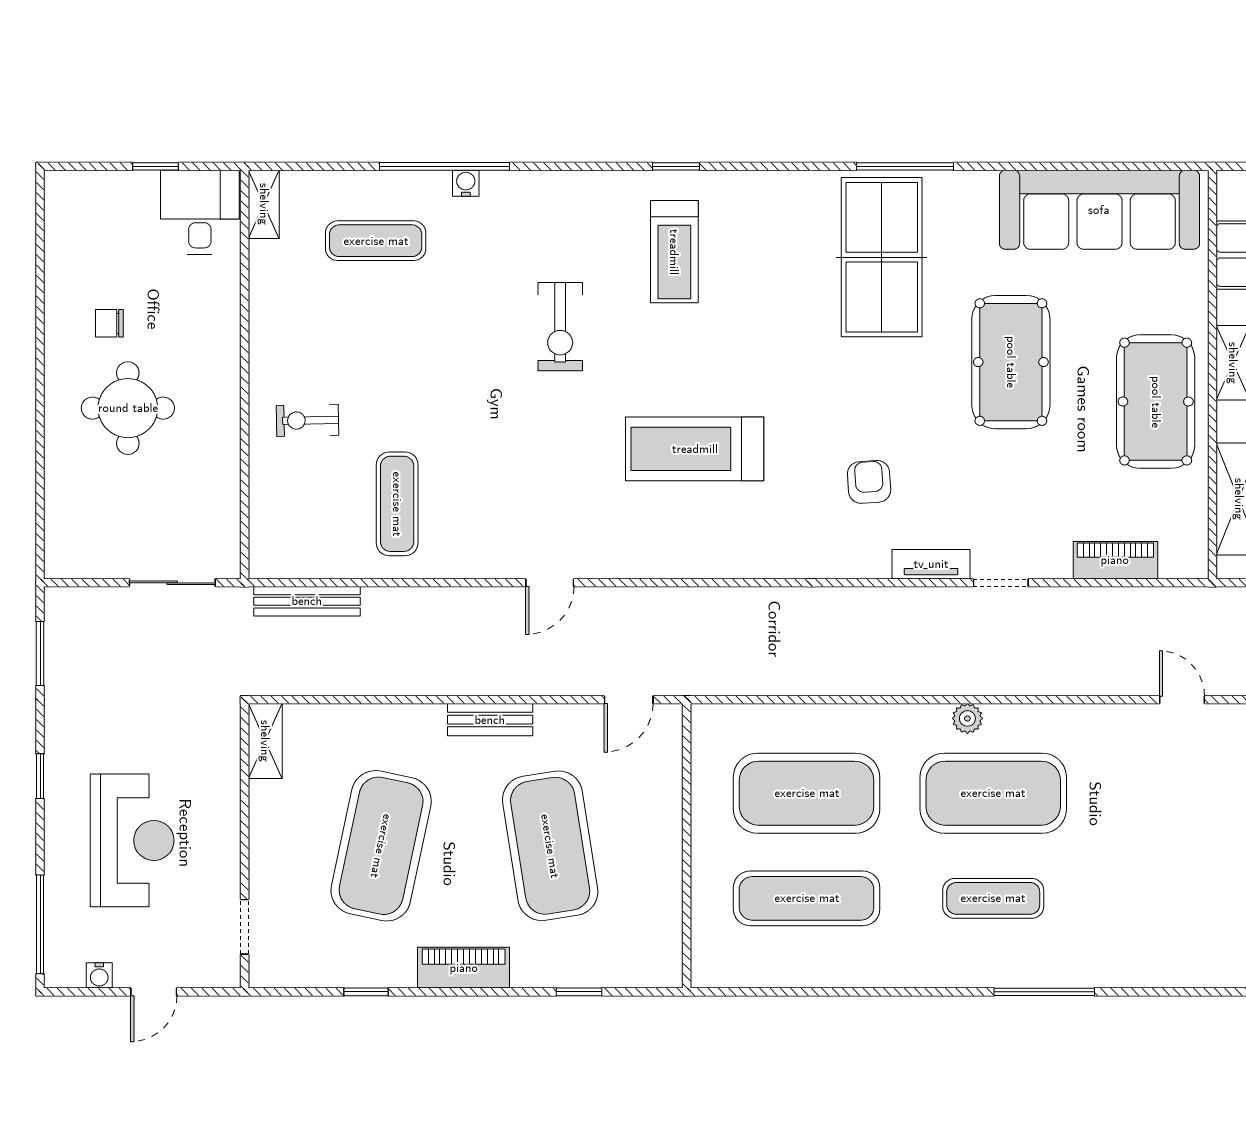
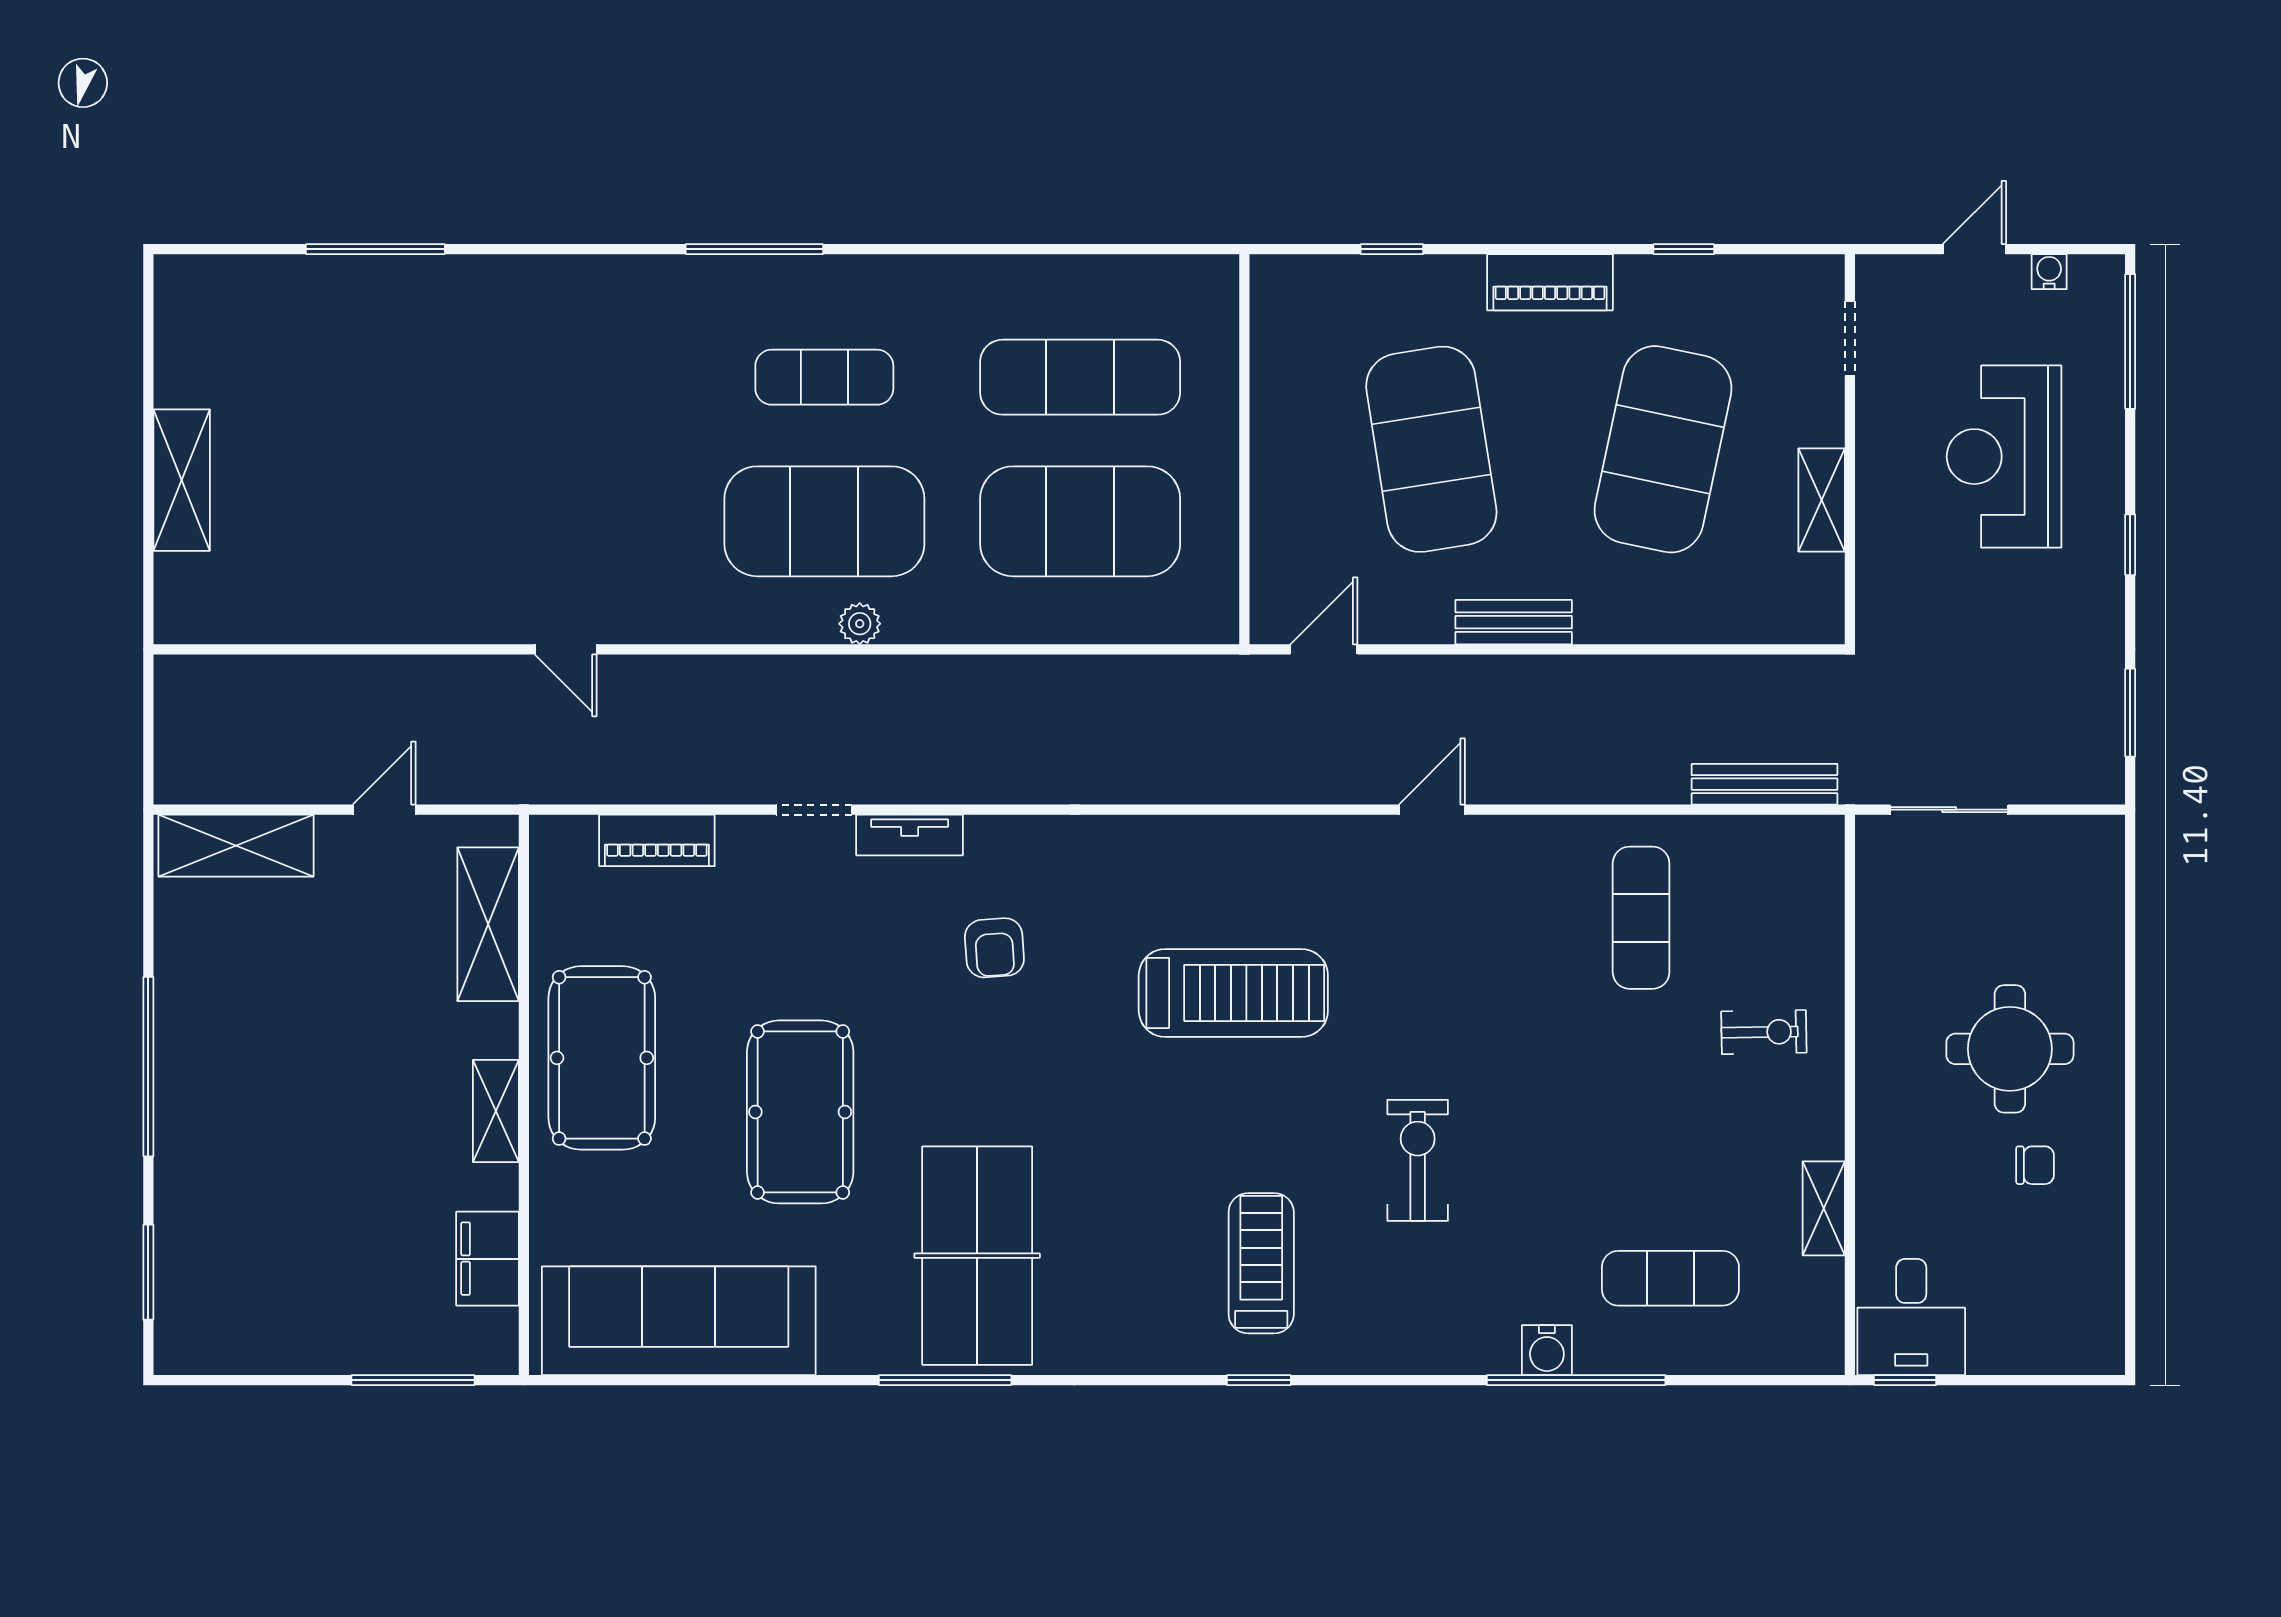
window: (155, 166) -> (1905, 1380), moved
water cooler: (466, 183) -> (1547, 1350), width x1.38, depth x1.38
shelving: (264, 204) -> (1824, 1208), moved
shelving: (265, 741) -> (1822, 500), moved

